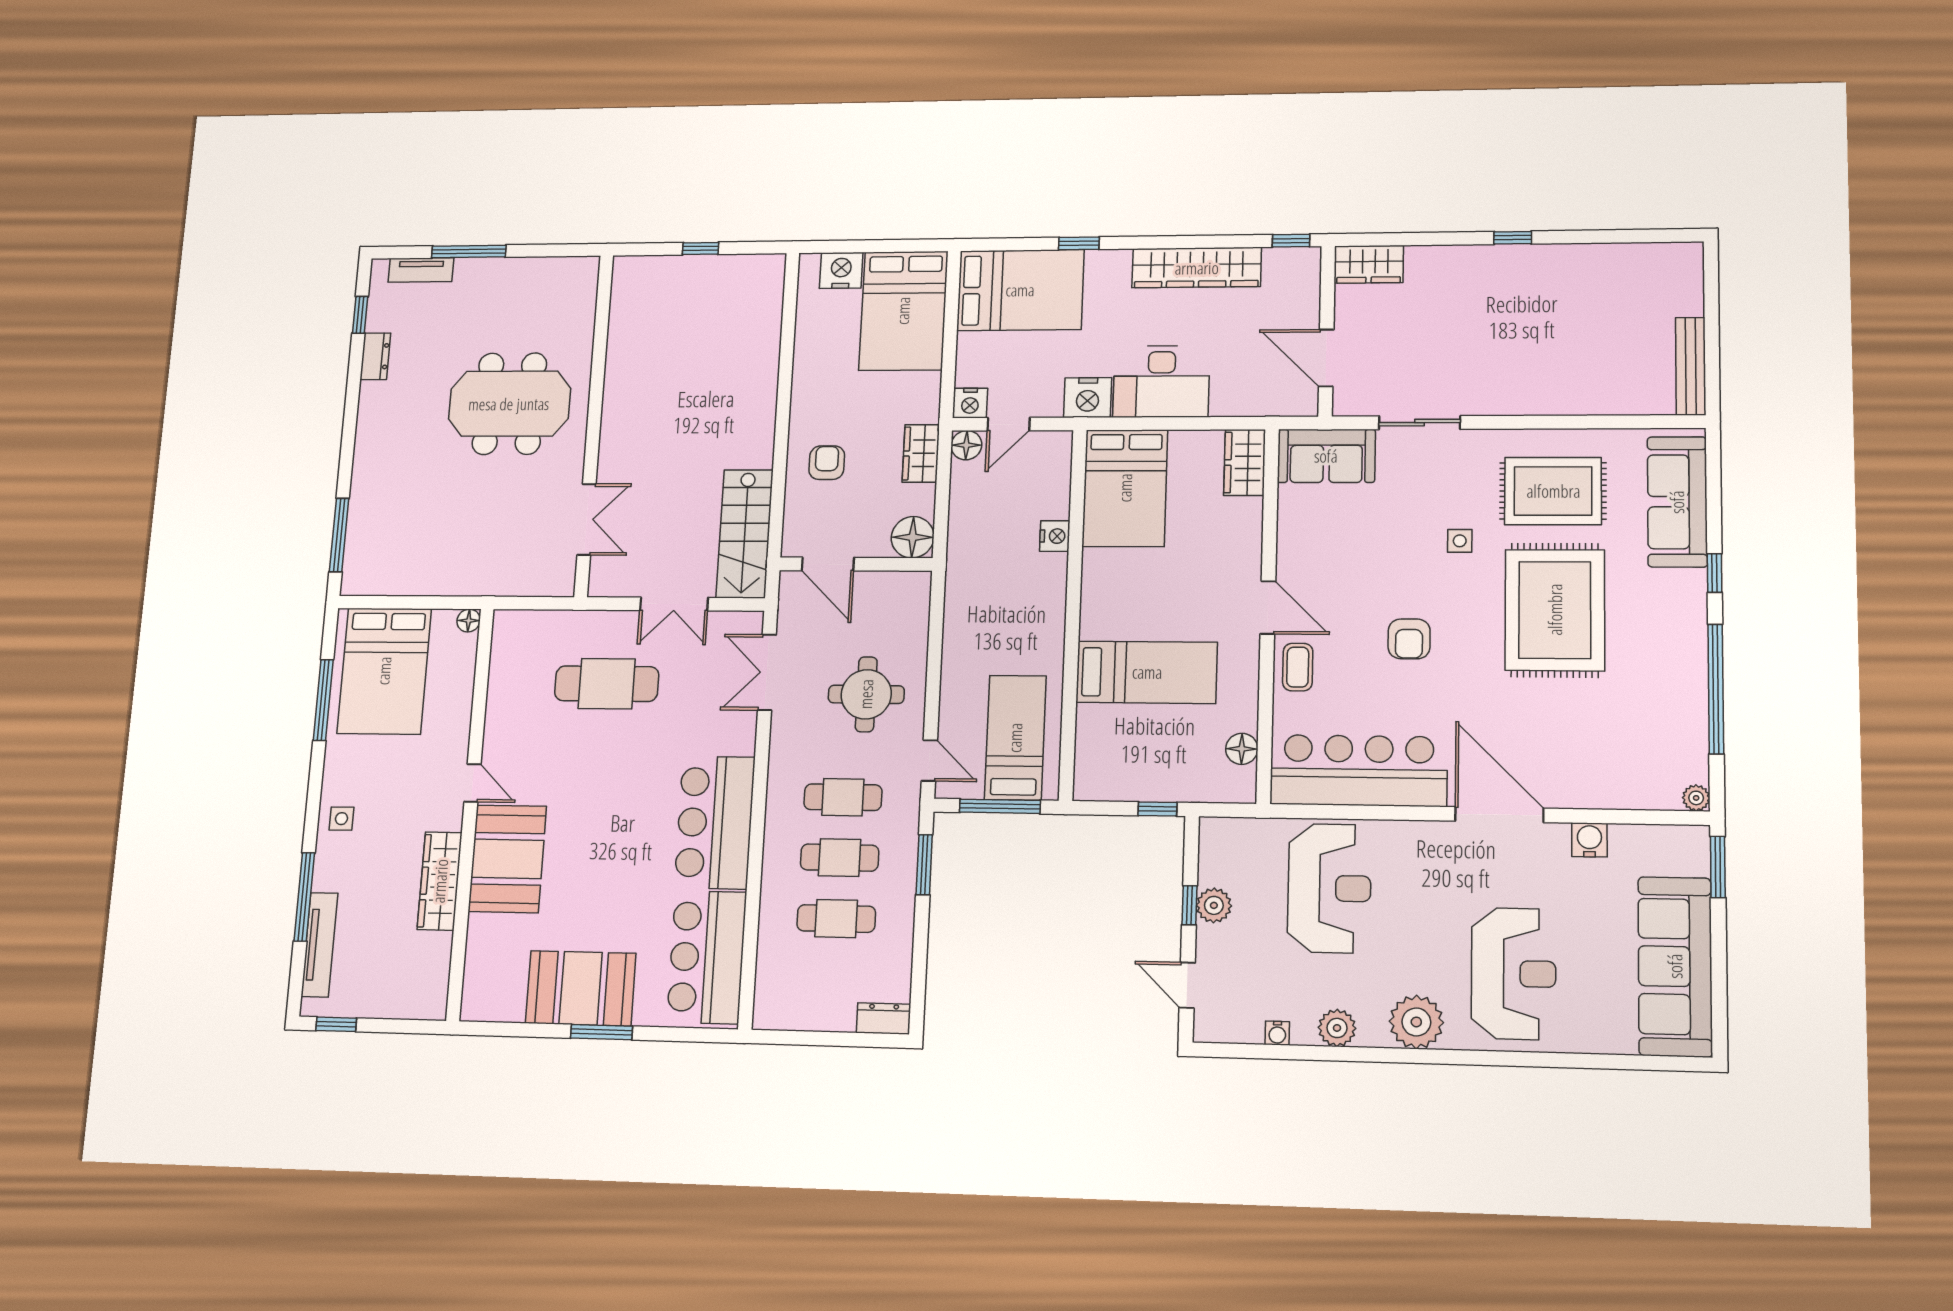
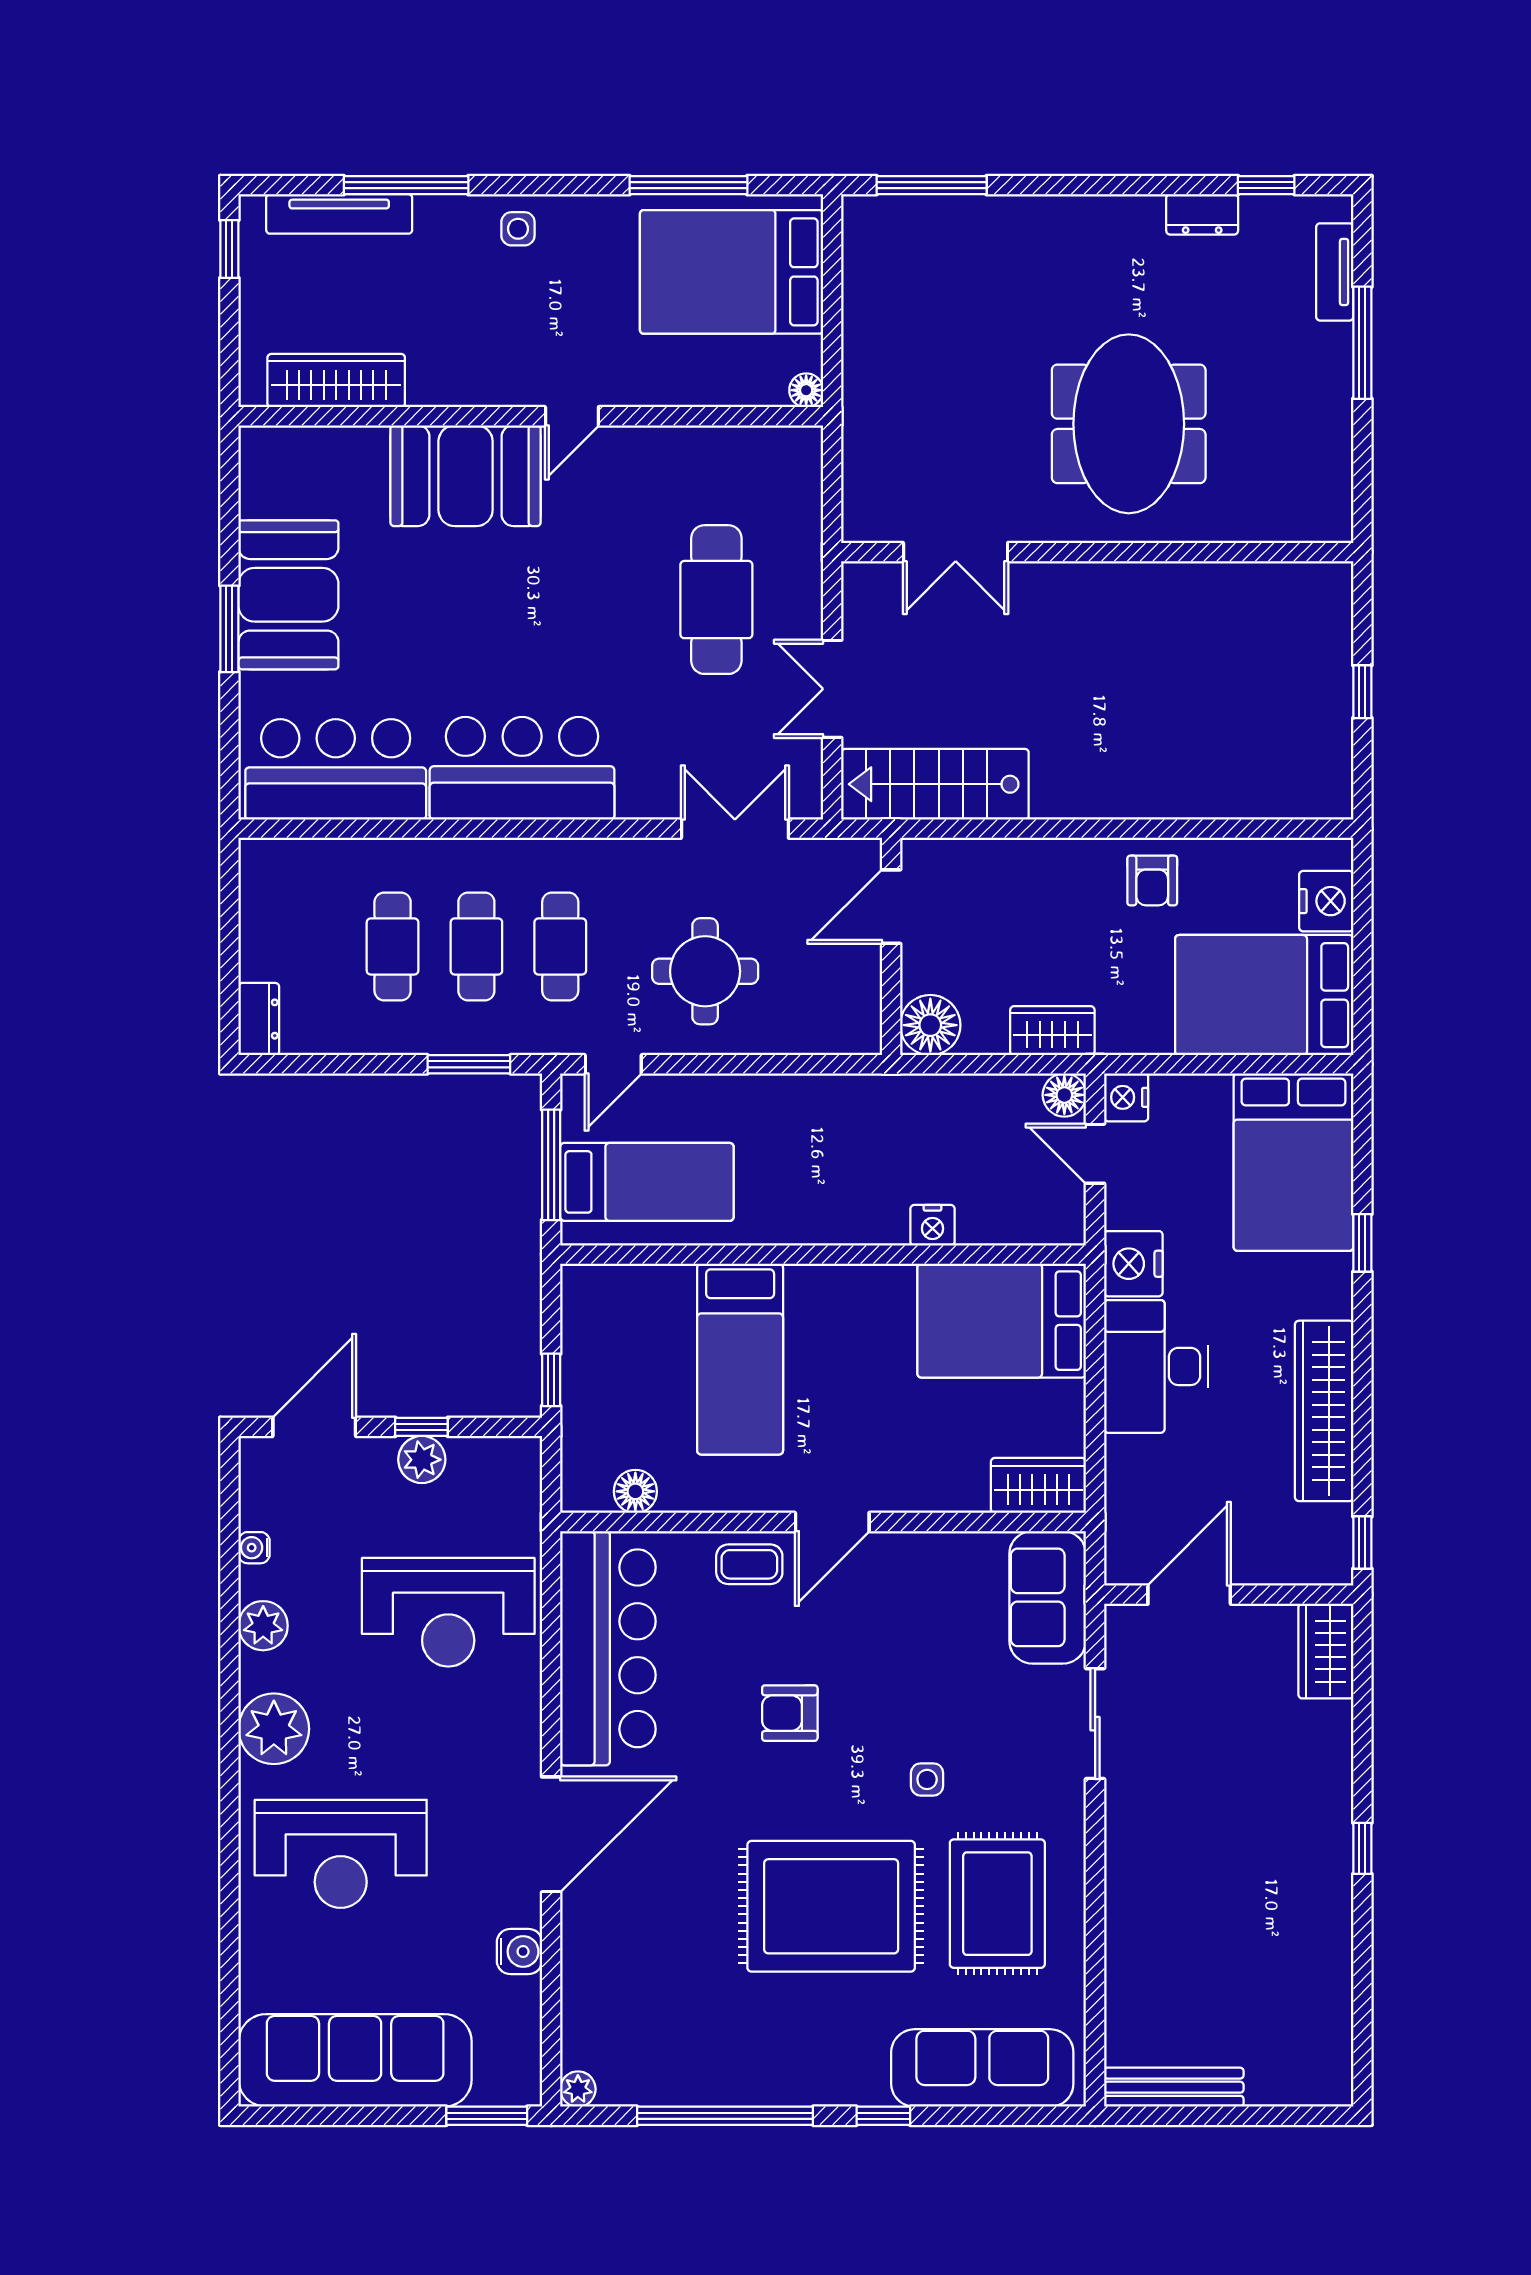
armchair: (827, 463) -> (1152, 880), moved, turned 90
wardrobe: (440, 881) -> (336, 381), moved
door: (1187, 985) -> (314, 1427), width x1.38

